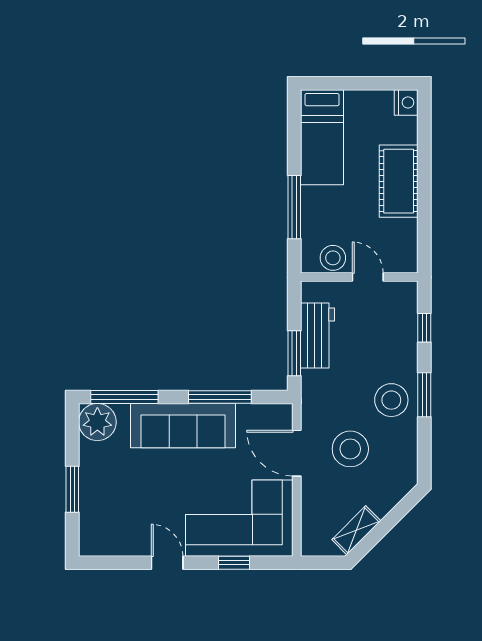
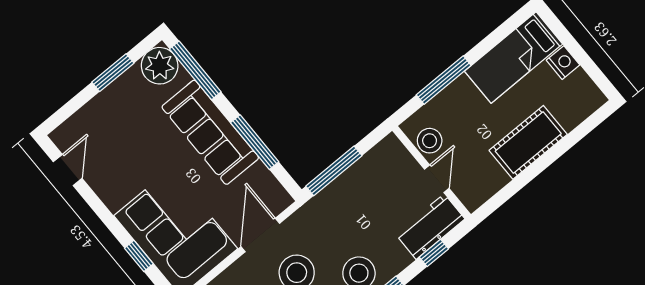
nightstand: (406, 102) -> (563, 63), moved, turned -90
workbench: (317, 335) -> (430, 227), moved, turned 180
window: (294, 353) -> (334, 171), width x1.44
window: (72, 489) -> (113, 73), moved
door: (167, 563) -> (68, 170), moved

